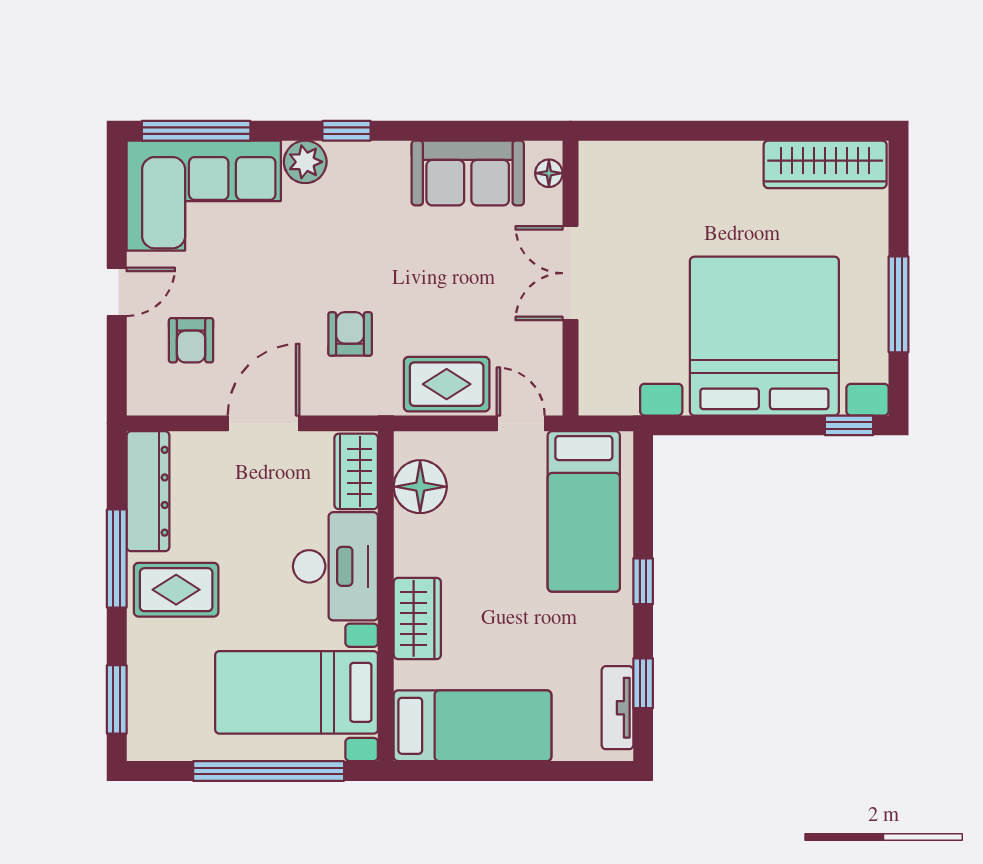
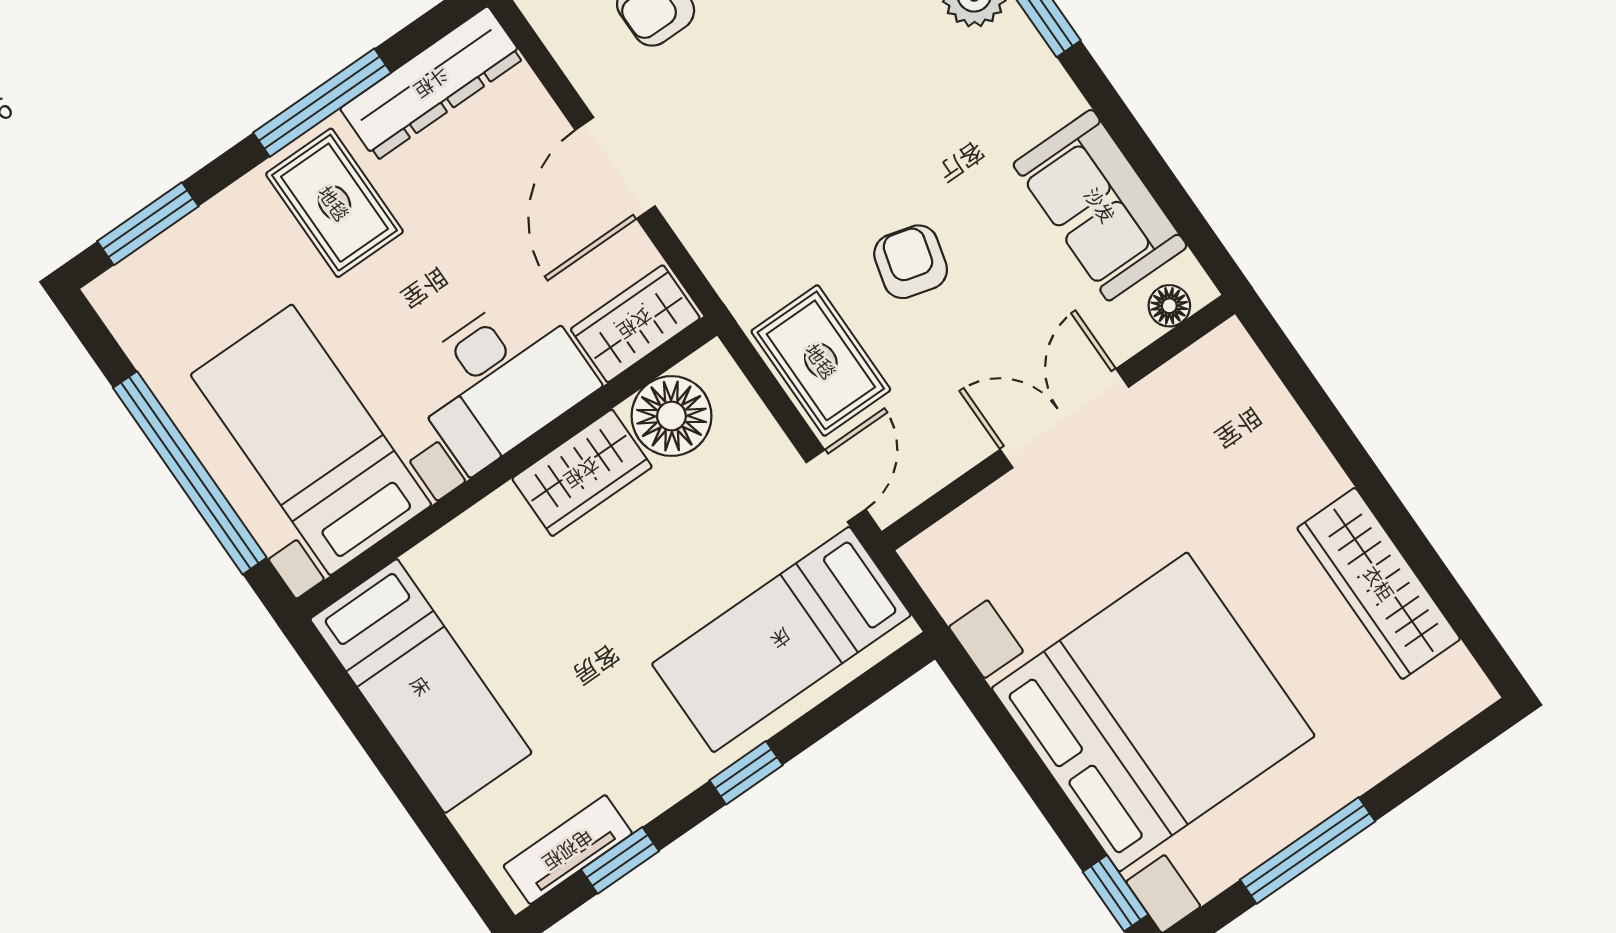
wardrobe: (825, 164) -> (1379, 583), moved
armchair: (350, 334) -> (911, 262), moved, turned -75
door: (264, 423) -> (615, 168), swing flipped
wardrobe: (417, 618) -> (582, 473), moved

